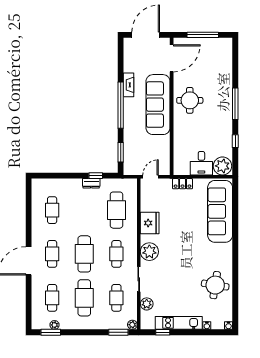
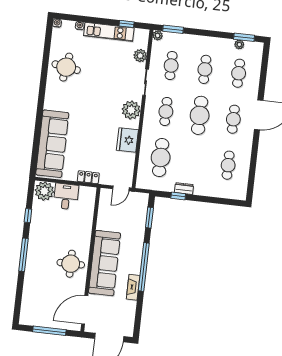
cafe table: (84, 298) -> (205, 69), width x0.73, depth x0.74

